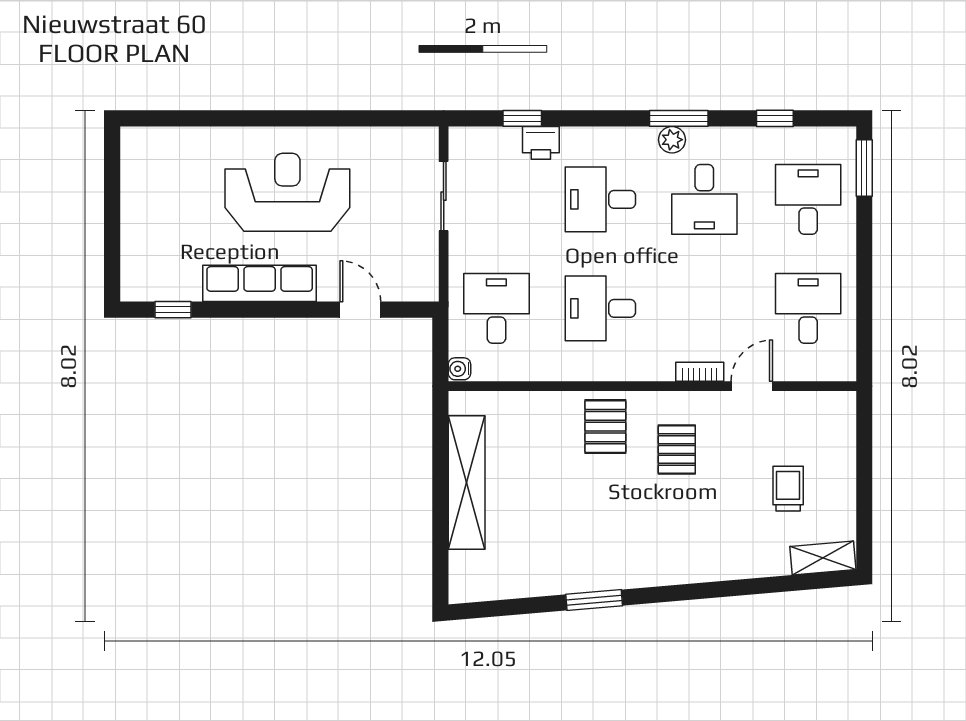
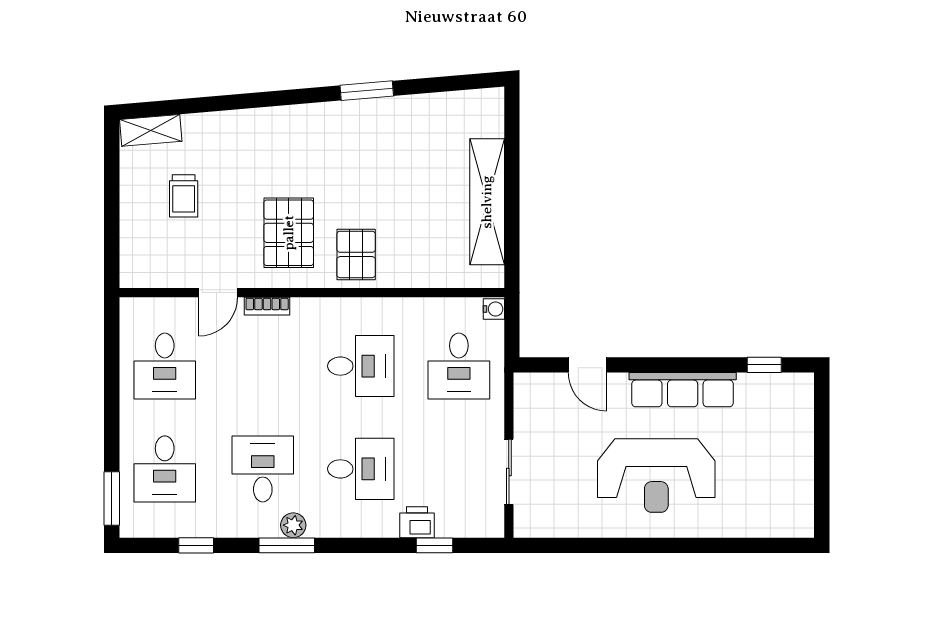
pallet: (677, 450) -> (289, 233), width x1.50, depth x1.42

